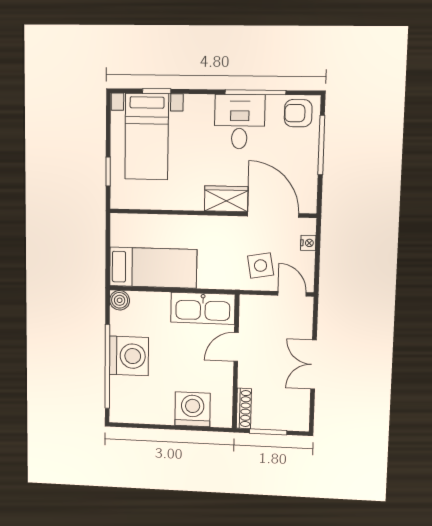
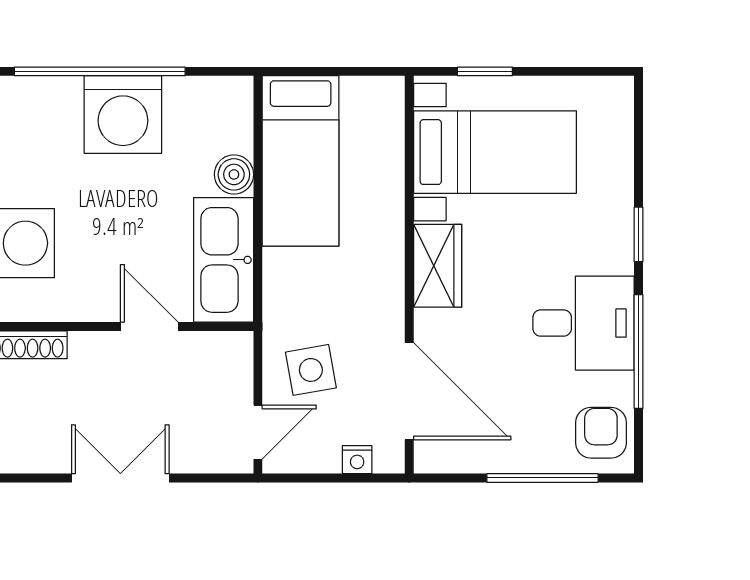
window: (157, 91) -> (639, 234), moved
bed with nightstands: (147, 137) -> (495, 152), moved, turned 180
wardrobe: (226, 199) -> (438, 266), moved
door: (273, 215) -> (409, 391), hinge flipped
boiler: (120, 300) -> (234, 174), moved

